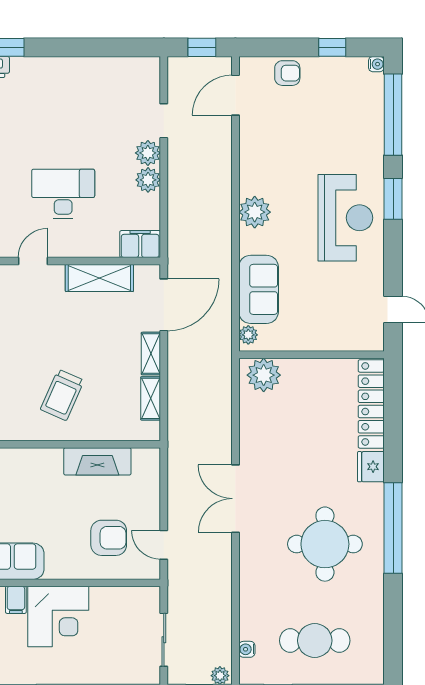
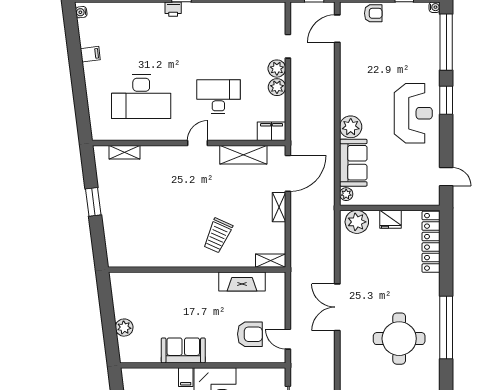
plant: (255, 212) -> (351, 127), moved
shelving: (151, 398) -> (271, 261), moved, turned 90
fridge: (371, 467) -> (391, 219), moved, turned -90

